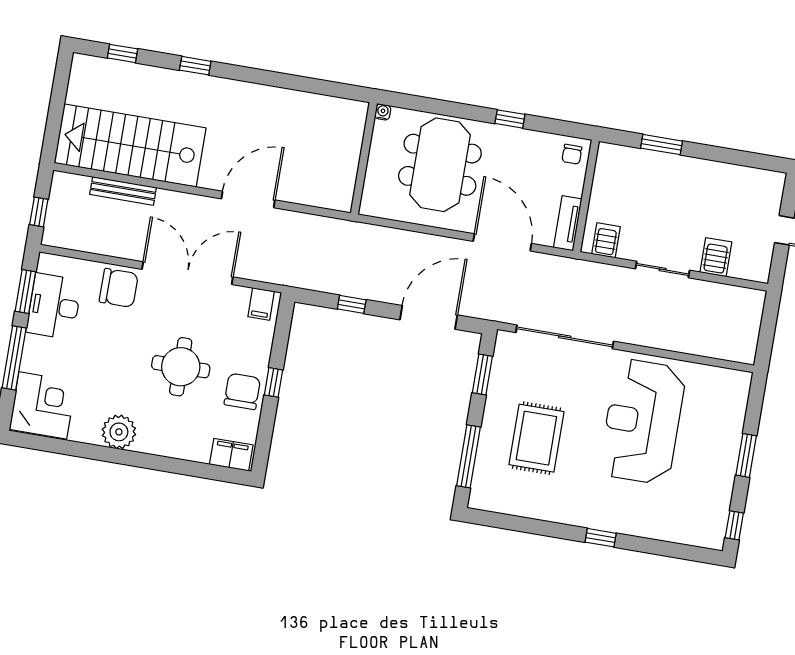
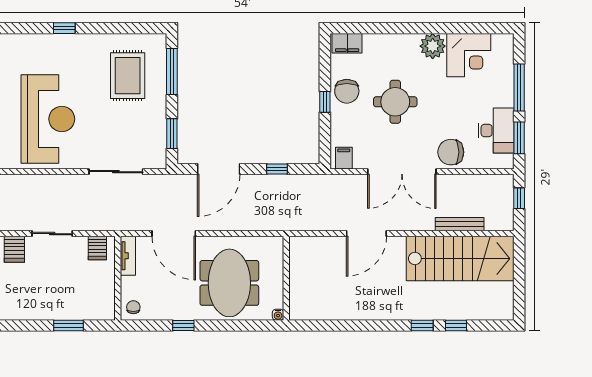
window: (123, 53) -> (456, 325), moved
sliding door: (565, 337) -> (116, 172), width x0.73
corner desk: (43, 405) -> (469, 55), moved, turned -90
rug: (536, 438) -> (128, 76), moved

